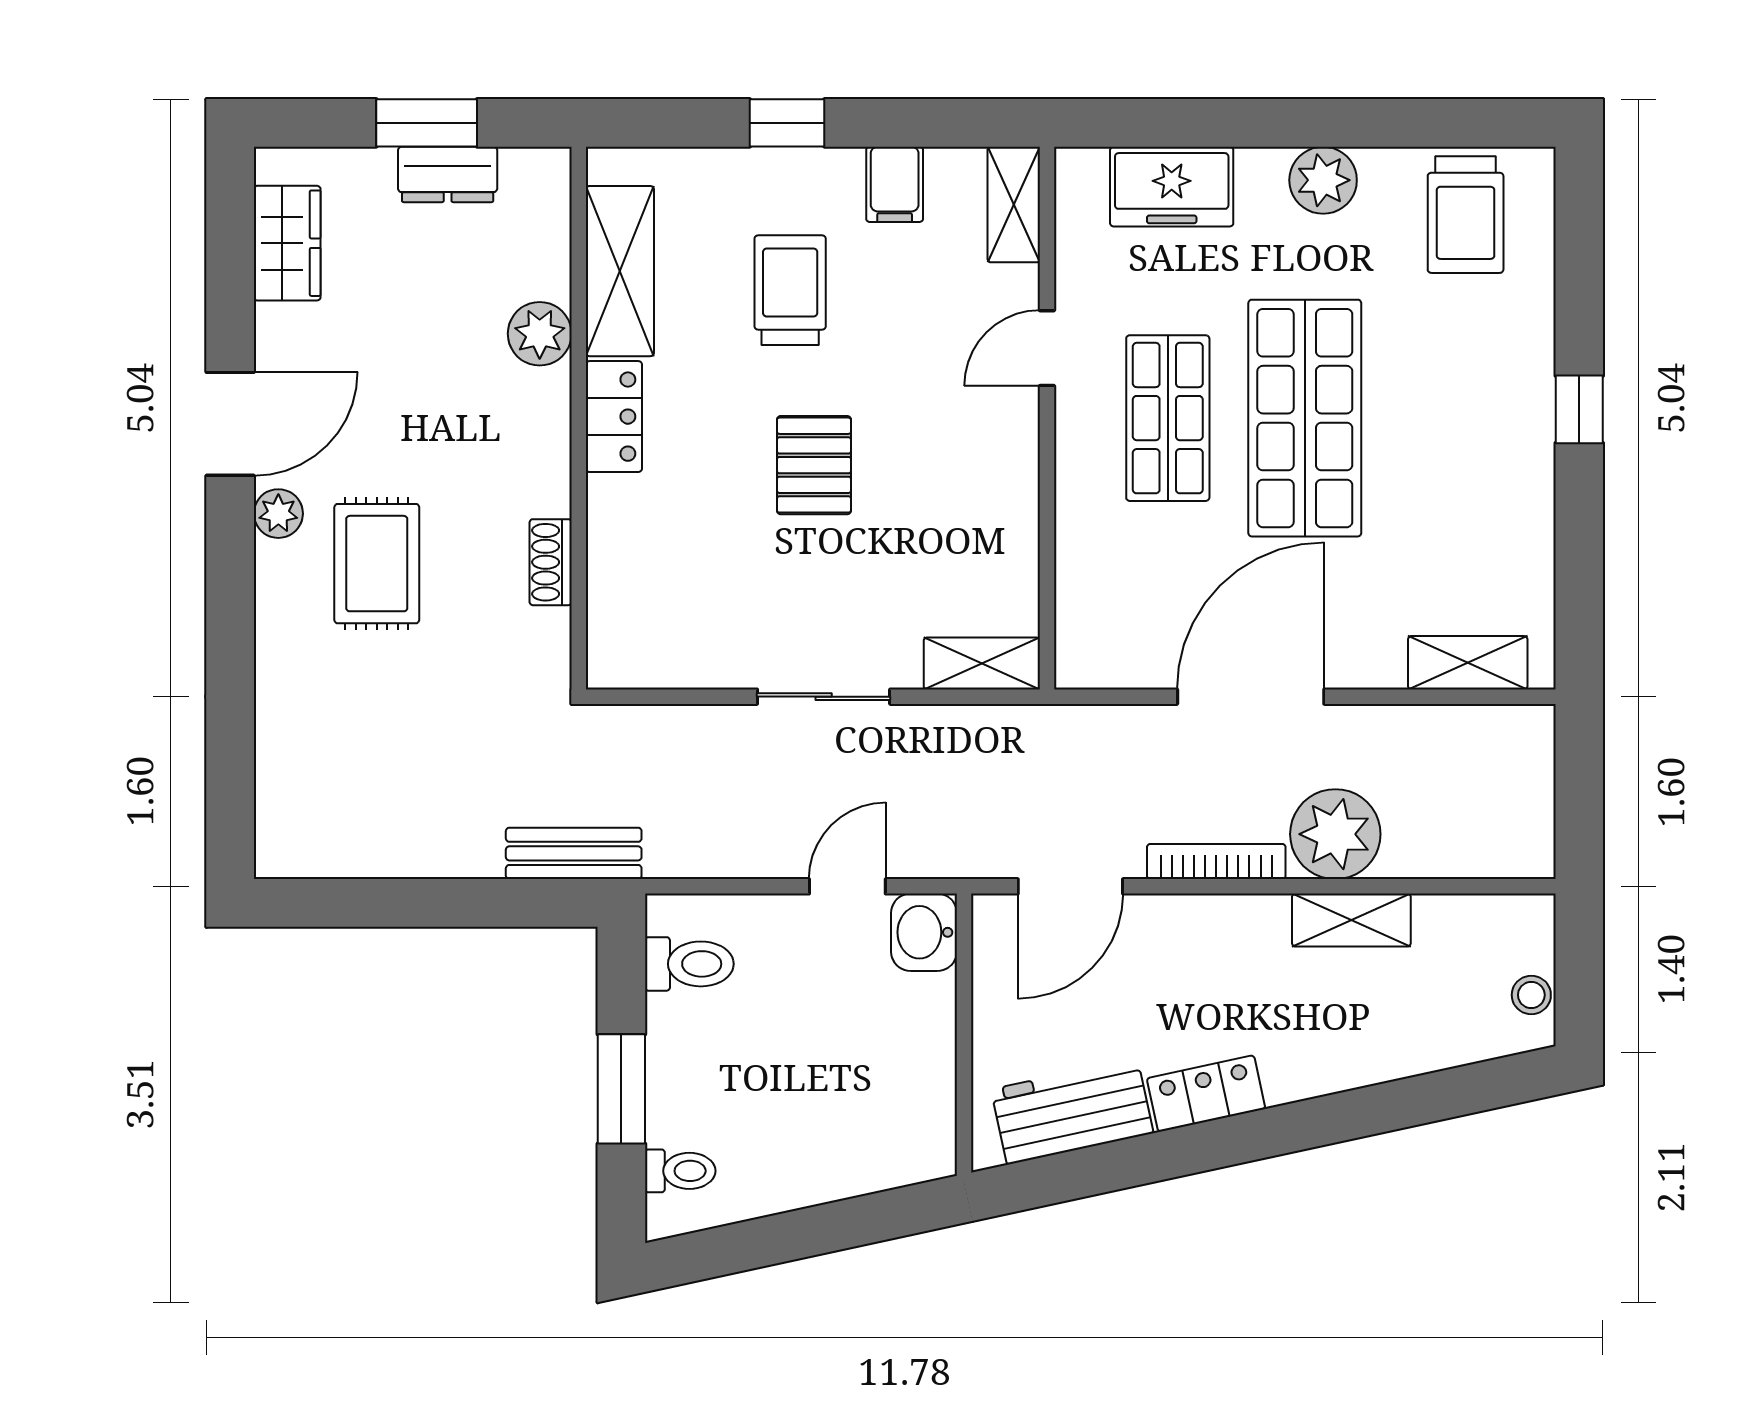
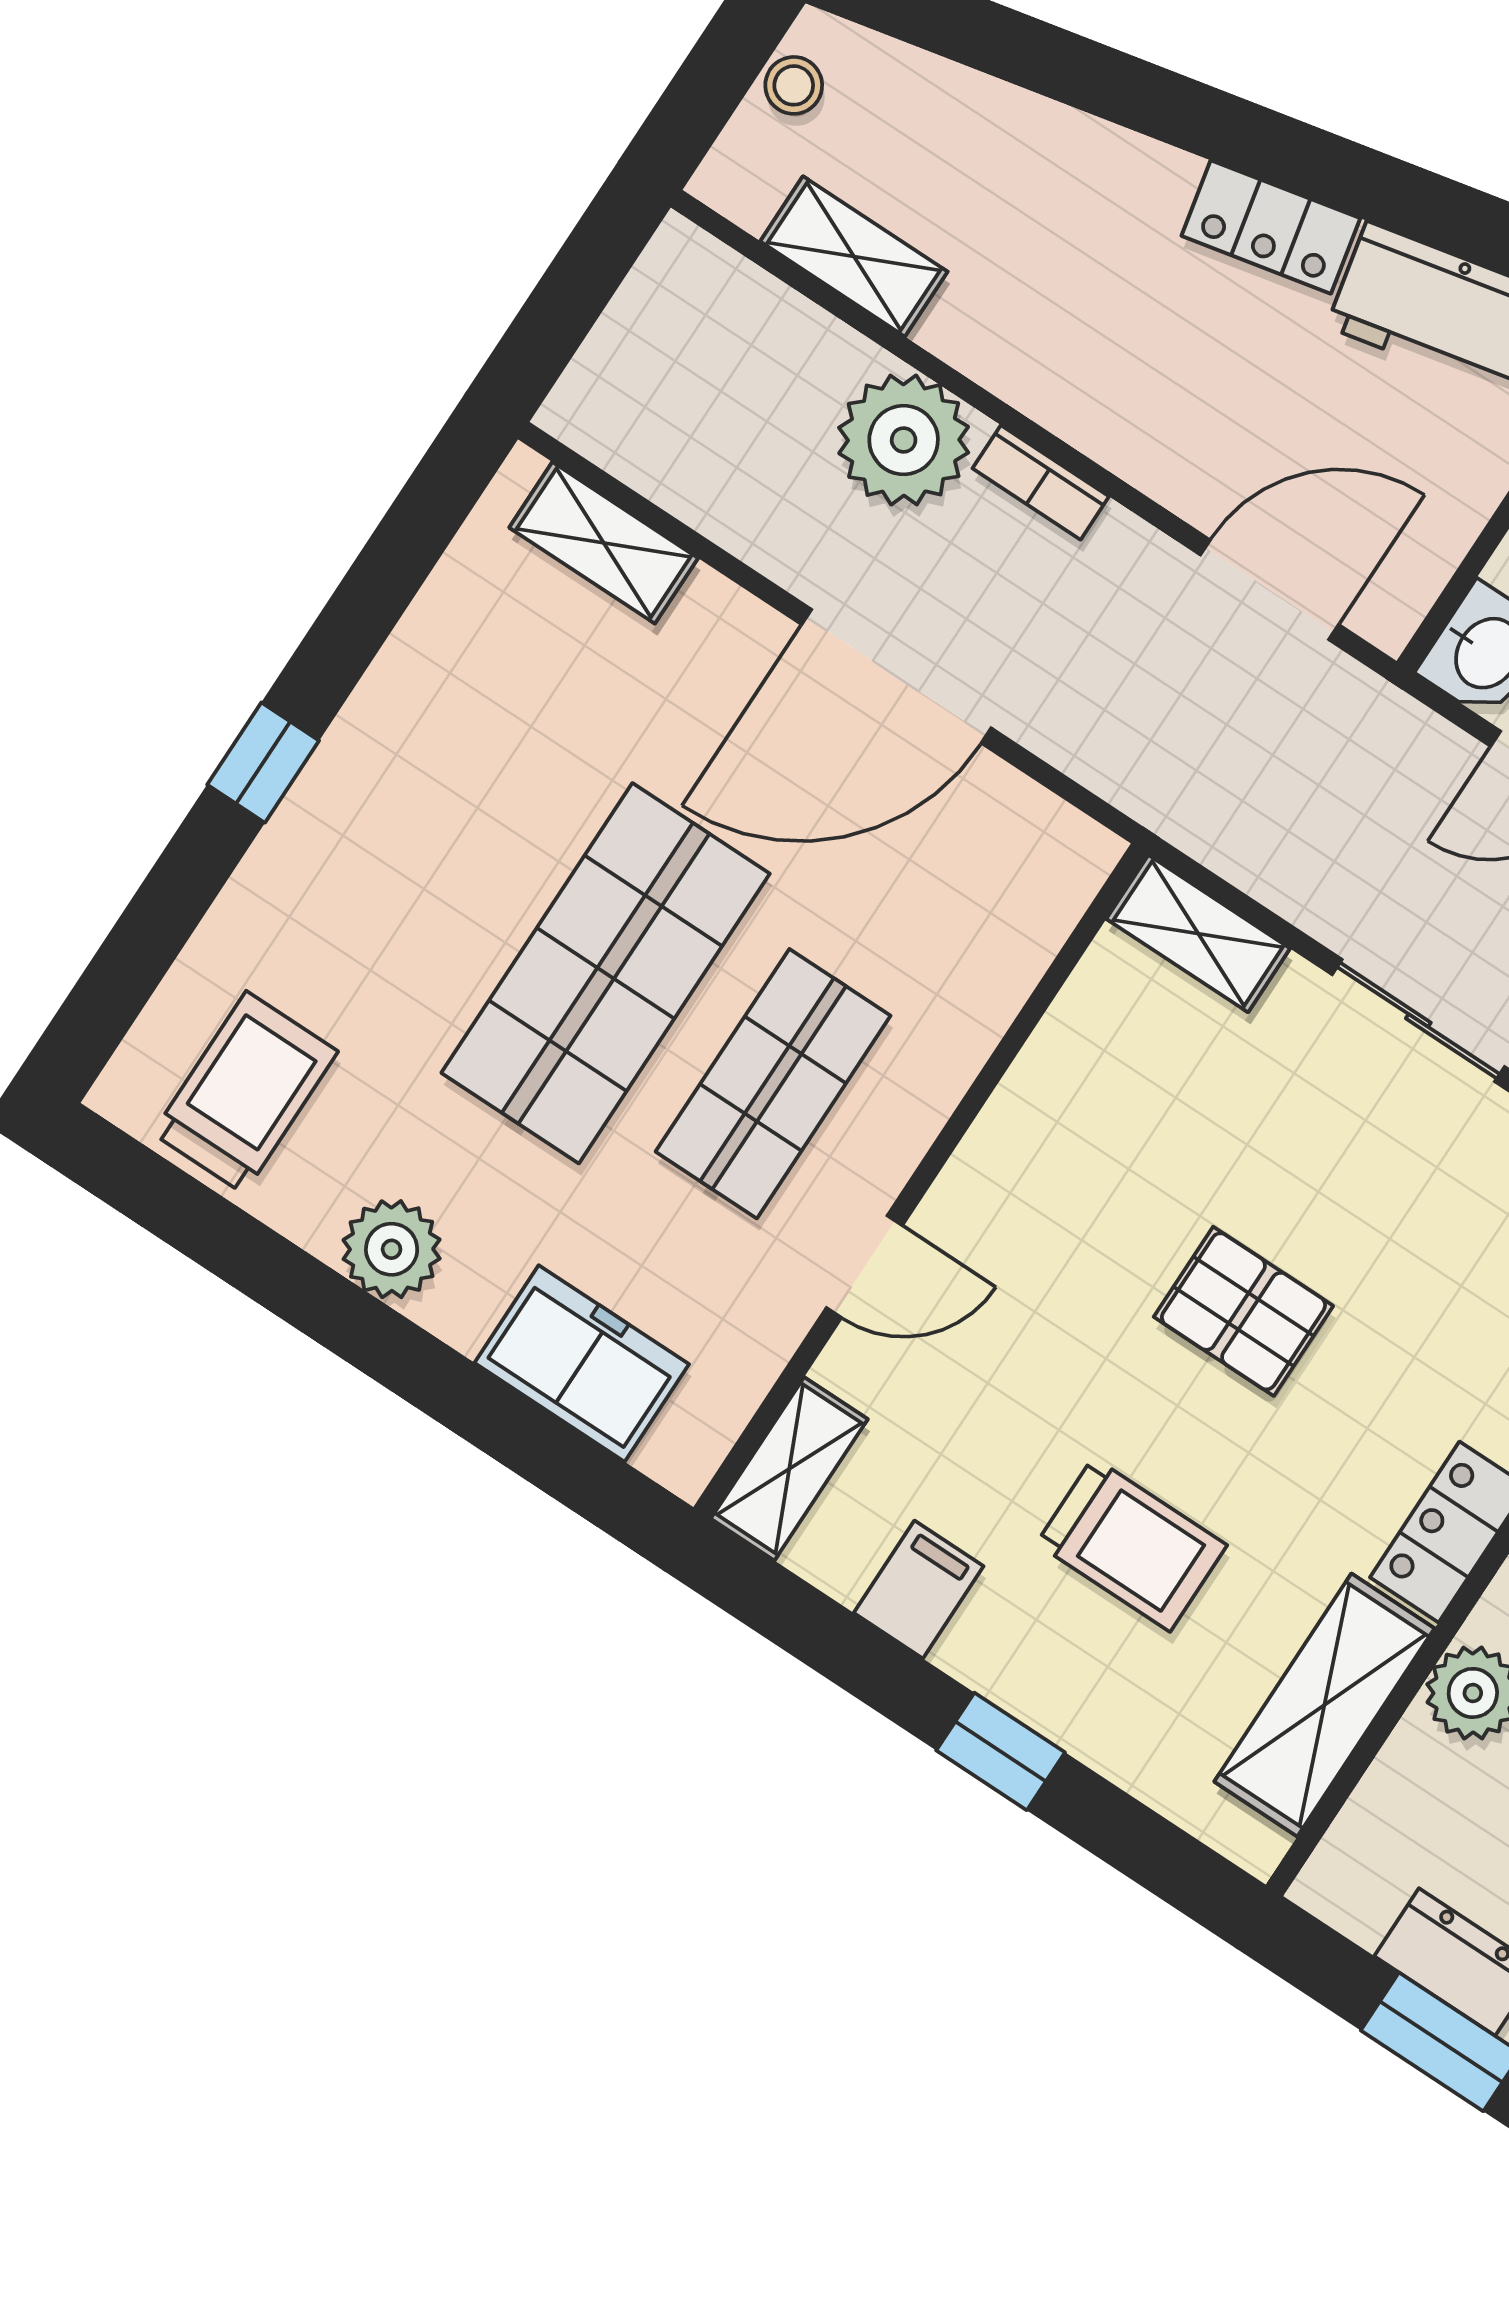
trolley: (790, 290) -> (1132, 1544), turned -90
pallet: (814, 465) -> (1243, 1311), turned 90
bookcase: (1216, 862) -> (1041, 482), width x0.64
shelving: (1351, 920) -> (854, 256), moved

